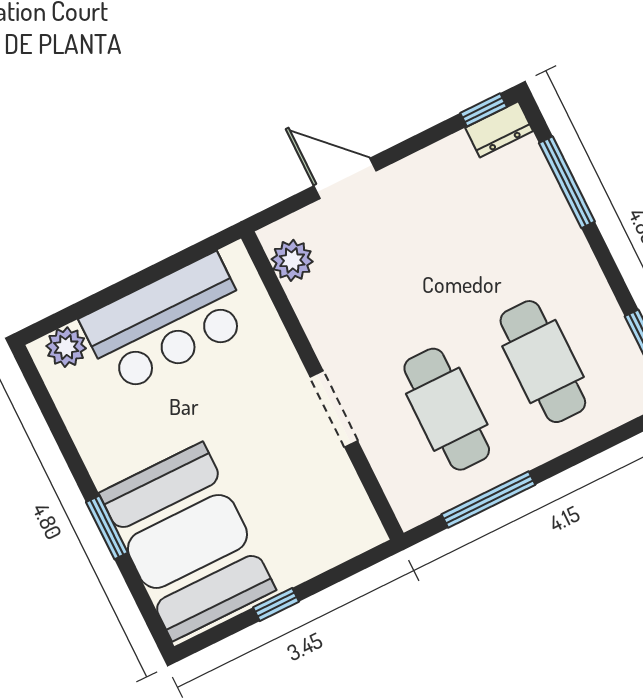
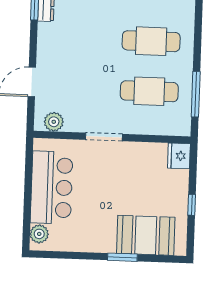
doorway: (334, 409) -> (104, 137), moved
fridge: (355, 531) -> (179, 156), added
booth: (187, 541) -> (146, 235), width x0.73, depth x0.70

